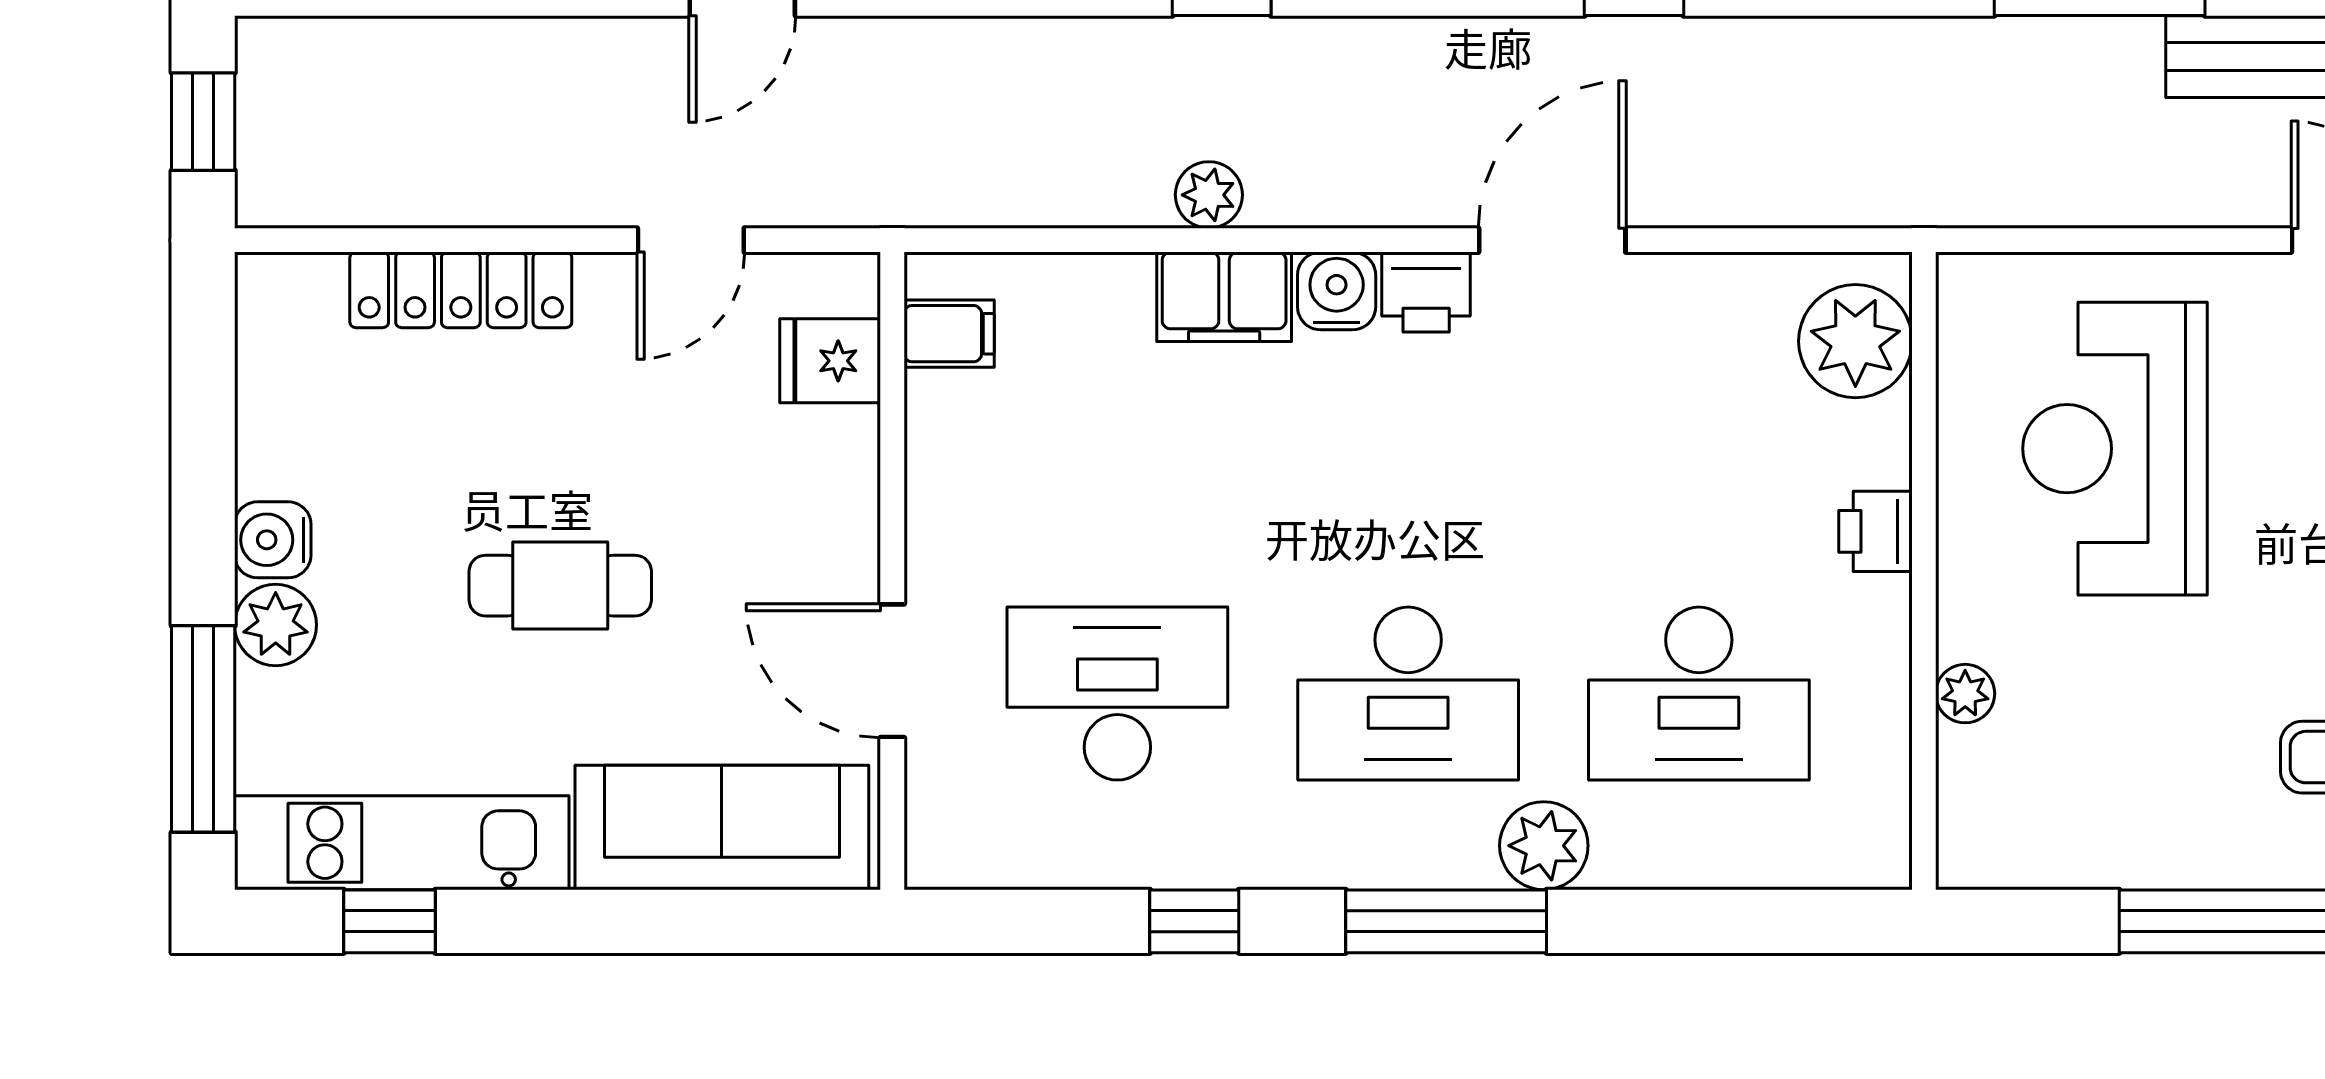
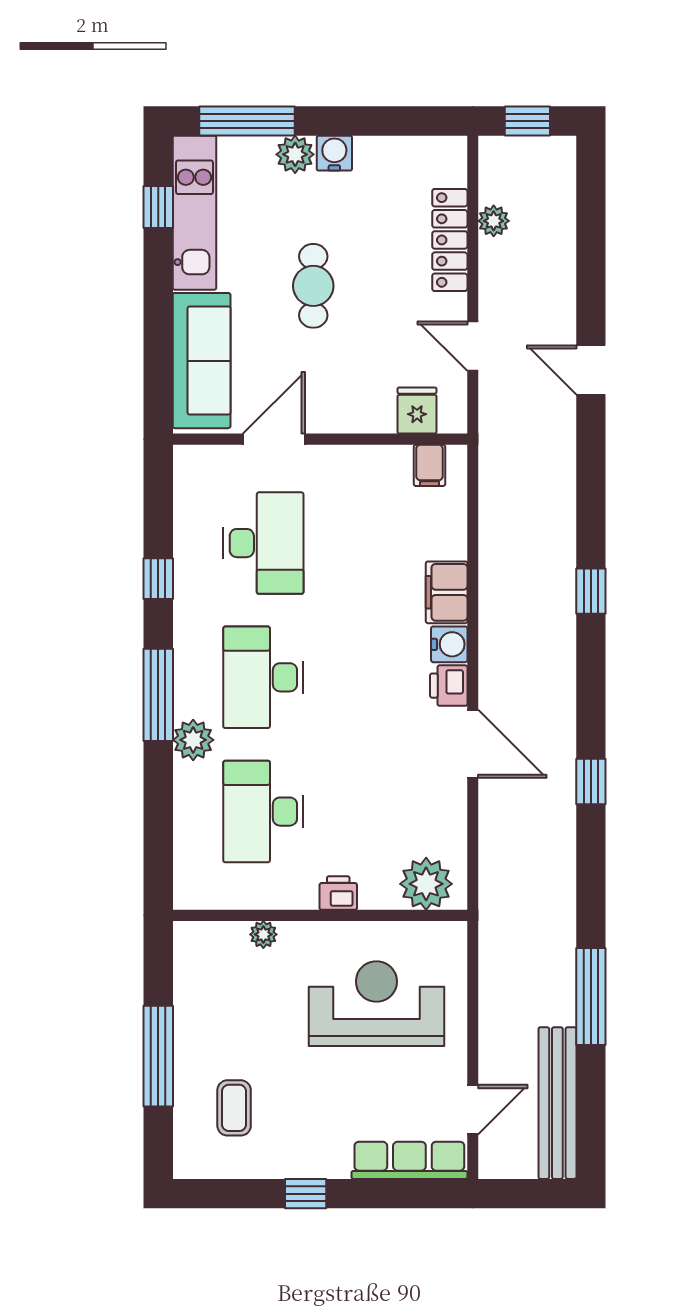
plant: (1209, 195) -> (494, 221), moved

